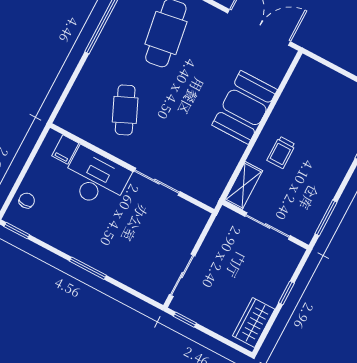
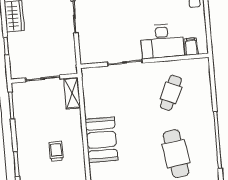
cafe table: (125, 110) -> (171, 93), turned 48
trolley: (281, 152) -> (56, 151), moved

